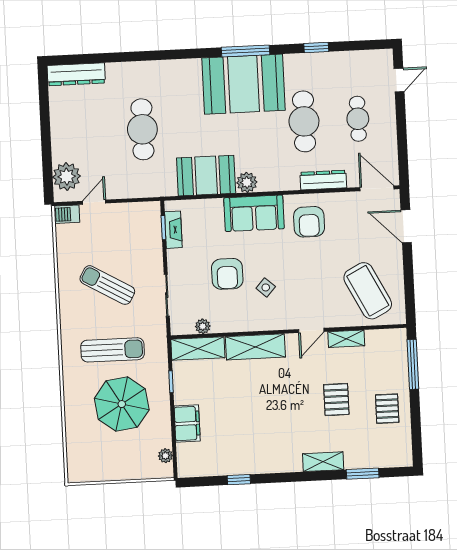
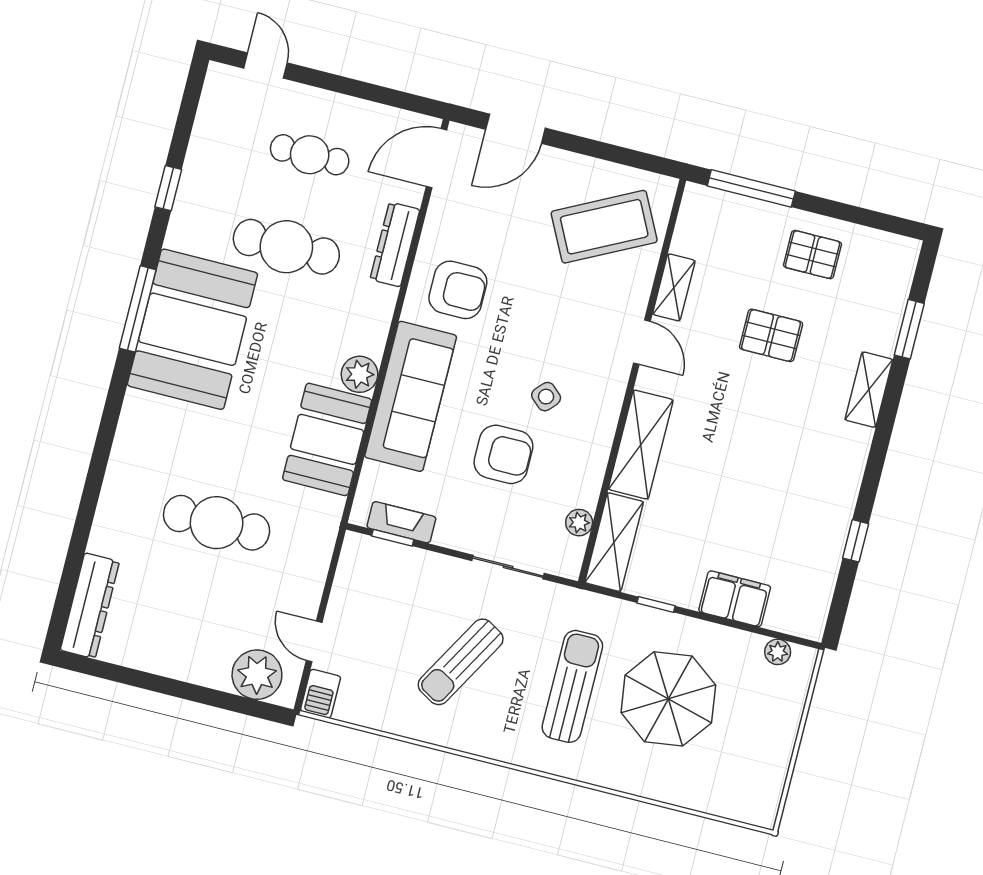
sofa: (254, 213) -> (411, 396), width x1.36

